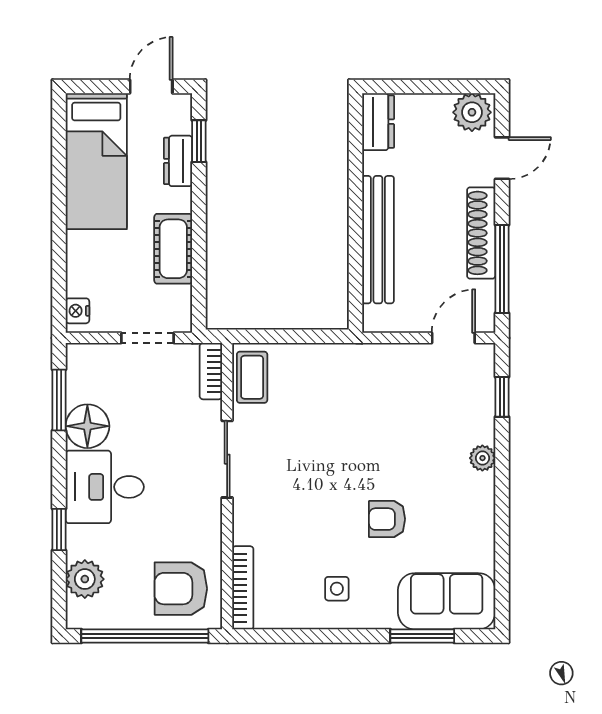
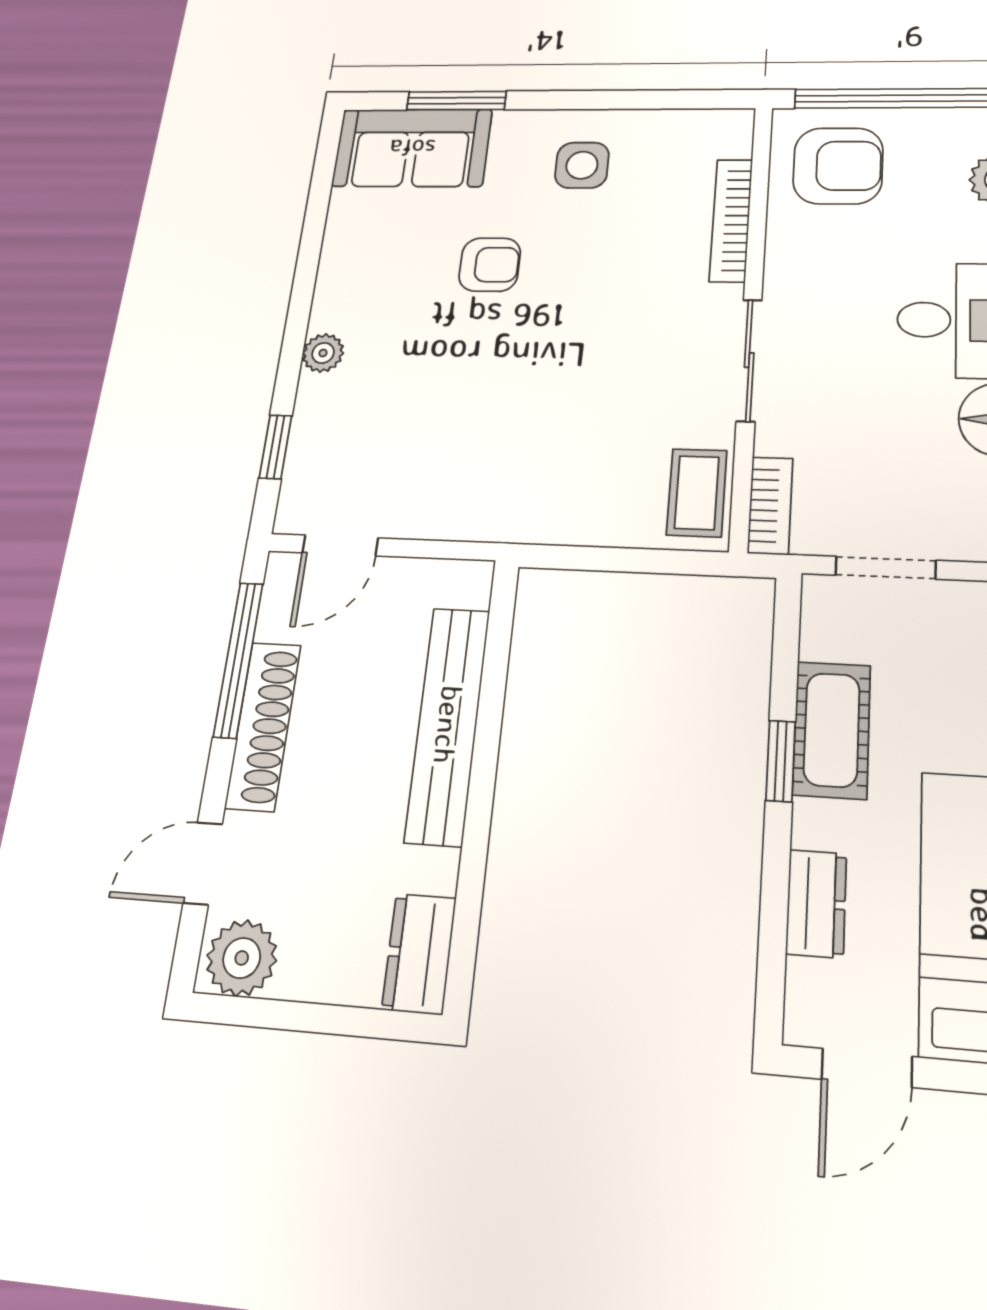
window: (199, 141) -> (781, 761), moved
bookcase: (243, 588) -> (731, 220), moved
side table: (337, 589) -> (582, 165), width x1.37, depth x1.37

